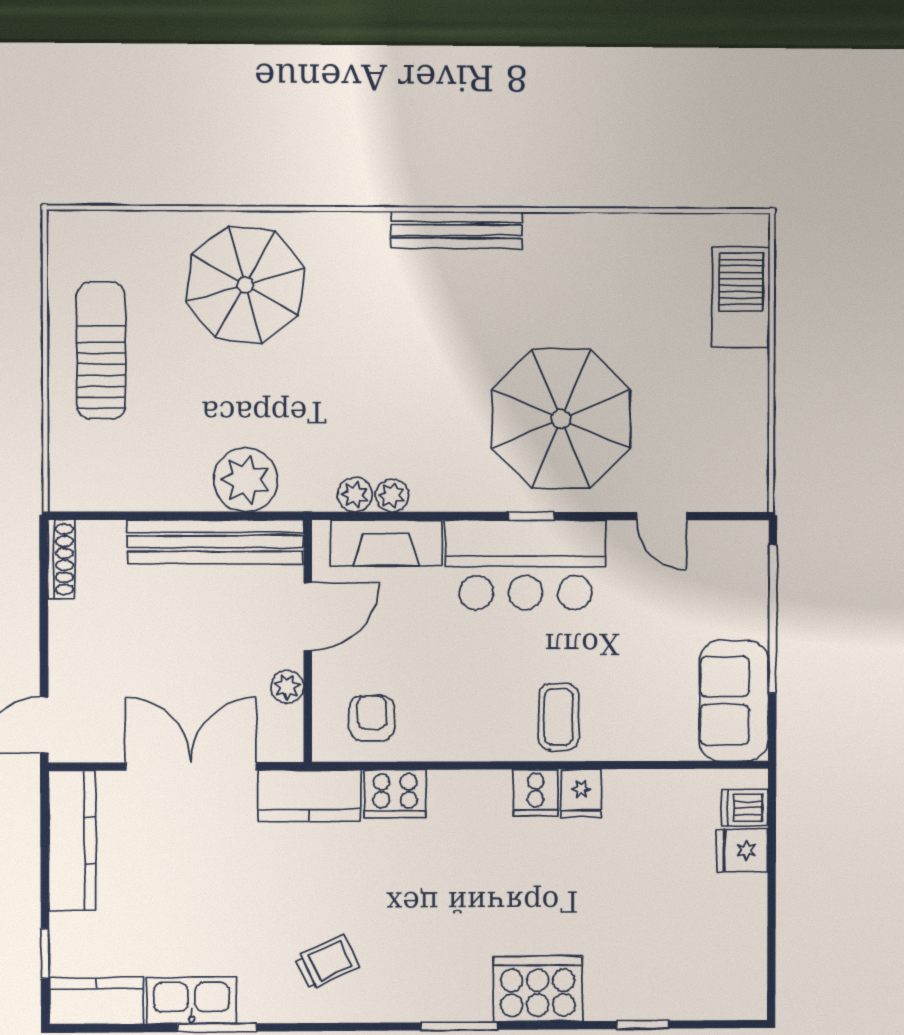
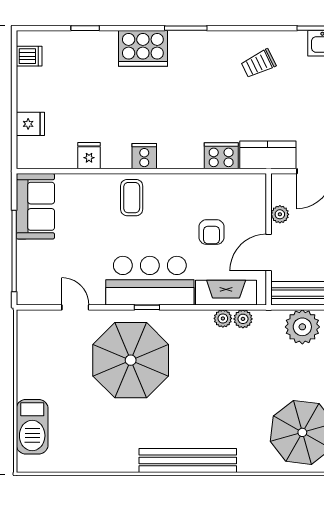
bench: (456, 230) -> (188, 460), width x1.37, depth x1.21
armchair: (372, 718) -> (211, 232), moved
fridge: (581, 793) -> (89, 156), moved
dishwasher: (745, 808) -> (29, 56), moved

